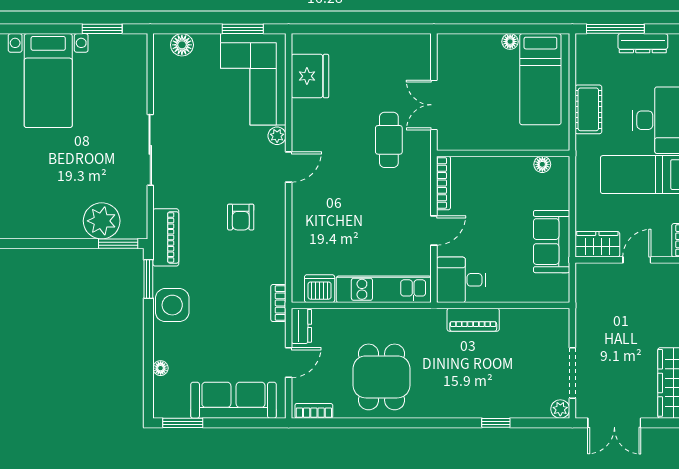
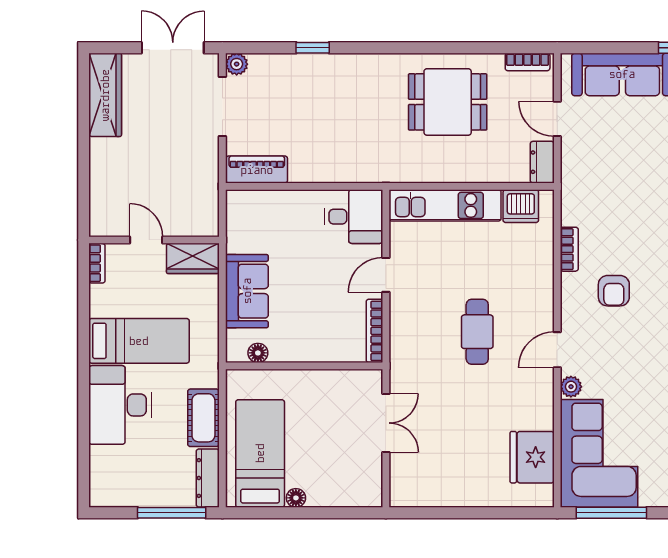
window: (243, 29) -> (611, 513), width x1.44
dresser: (643, 43) -> (208, 478), moved, turned -90
cafe table: (389, 140) -> (477, 332), moved
armchair: (241, 217) -> (614, 291), turned 180
sofa: (552, 242) -> (247, 291), moved
door: (637, 260) -> (146, 240), swing flipped
bookcase: (278, 303) -> (569, 249), moved
piano: (473, 320) -> (257, 170), moved
door: (289, 363) -> (557, 119), hinge flipped
dining table: (382, 377) -> (448, 102), turned 90

